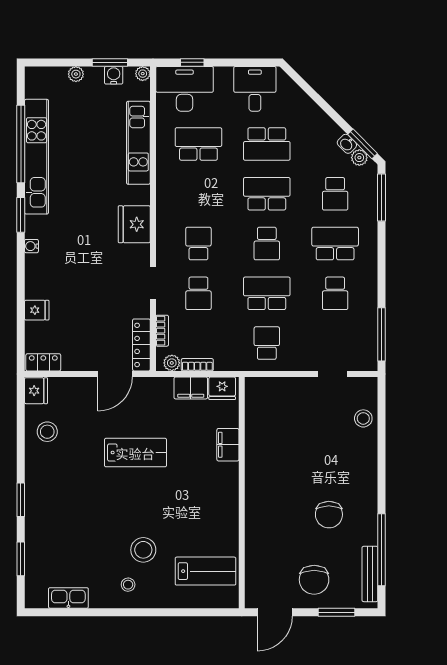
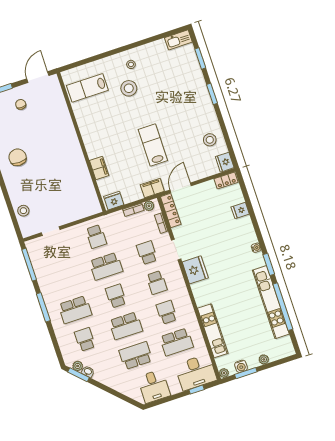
window: (382, 198) -> (43, 307), moved
fridge: (134, 224) -> (195, 270), moved
school desk: (335, 293) -> (167, 312), moved
filing cabinet: (191, 388) -> (152, 188), moved
lab bench: (135, 453) -> (153, 145), turned 90
chair: (329, 515) -> (18, 157), moved
chair: (314, 580) -> (21, 104), width x0.54, depth x0.54
kitchen sink: (68, 598) -> (178, 40), moved

